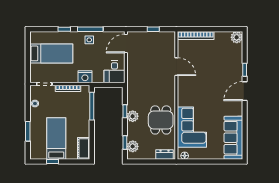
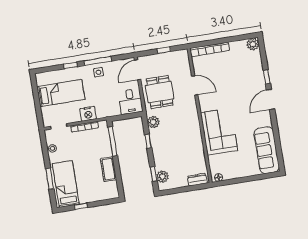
nightstand: (85, 77) -> (88, 114), moved
plant: (133, 116) -> (153, 122), moved
dining table: (161, 120) -> (160, 92), moved
corner sofa: (192, 127) -> (219, 132), moved
bed: (56, 139) -> (66, 184), moved
cot: (84, 148) -> (108, 169), moved

